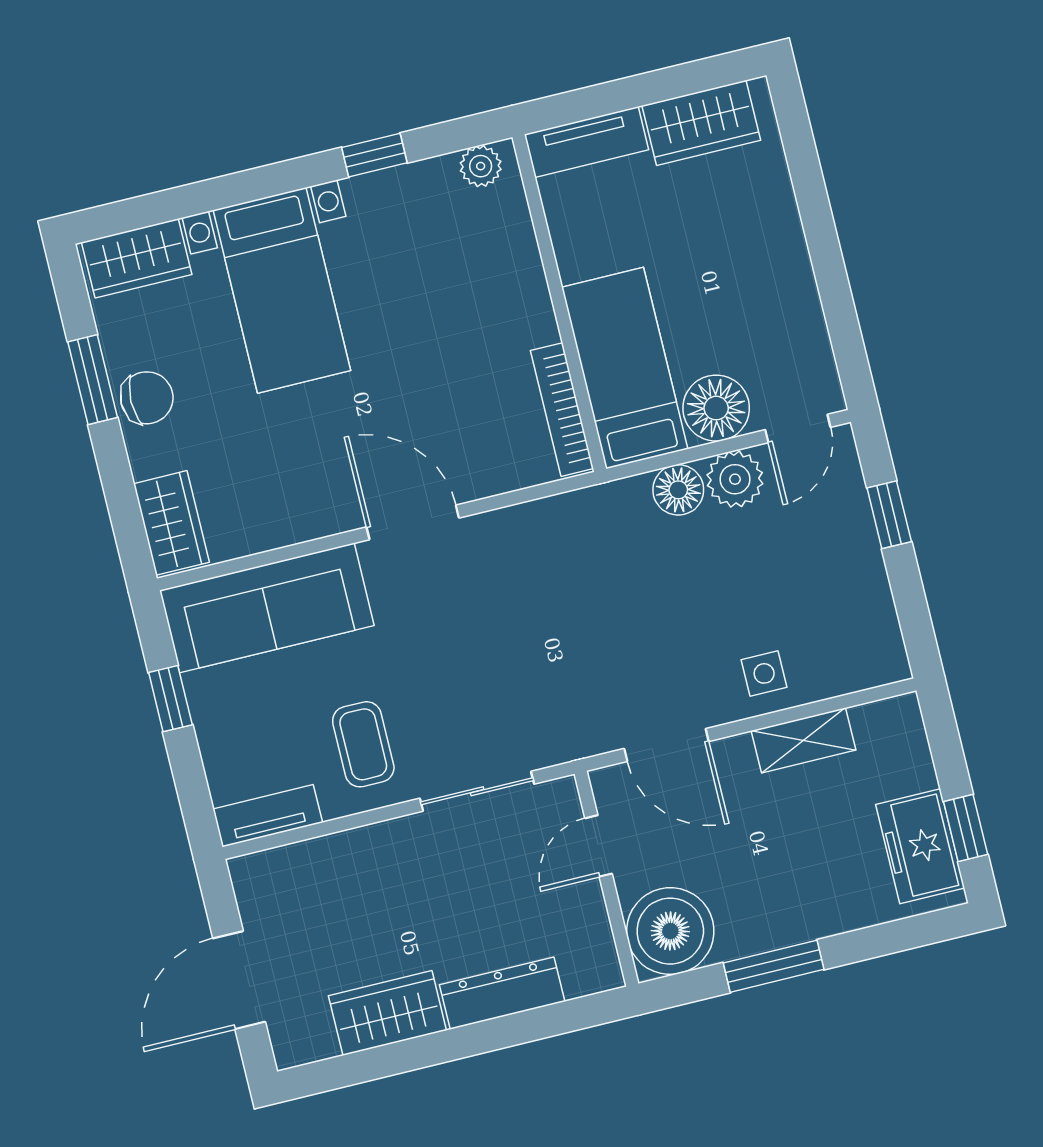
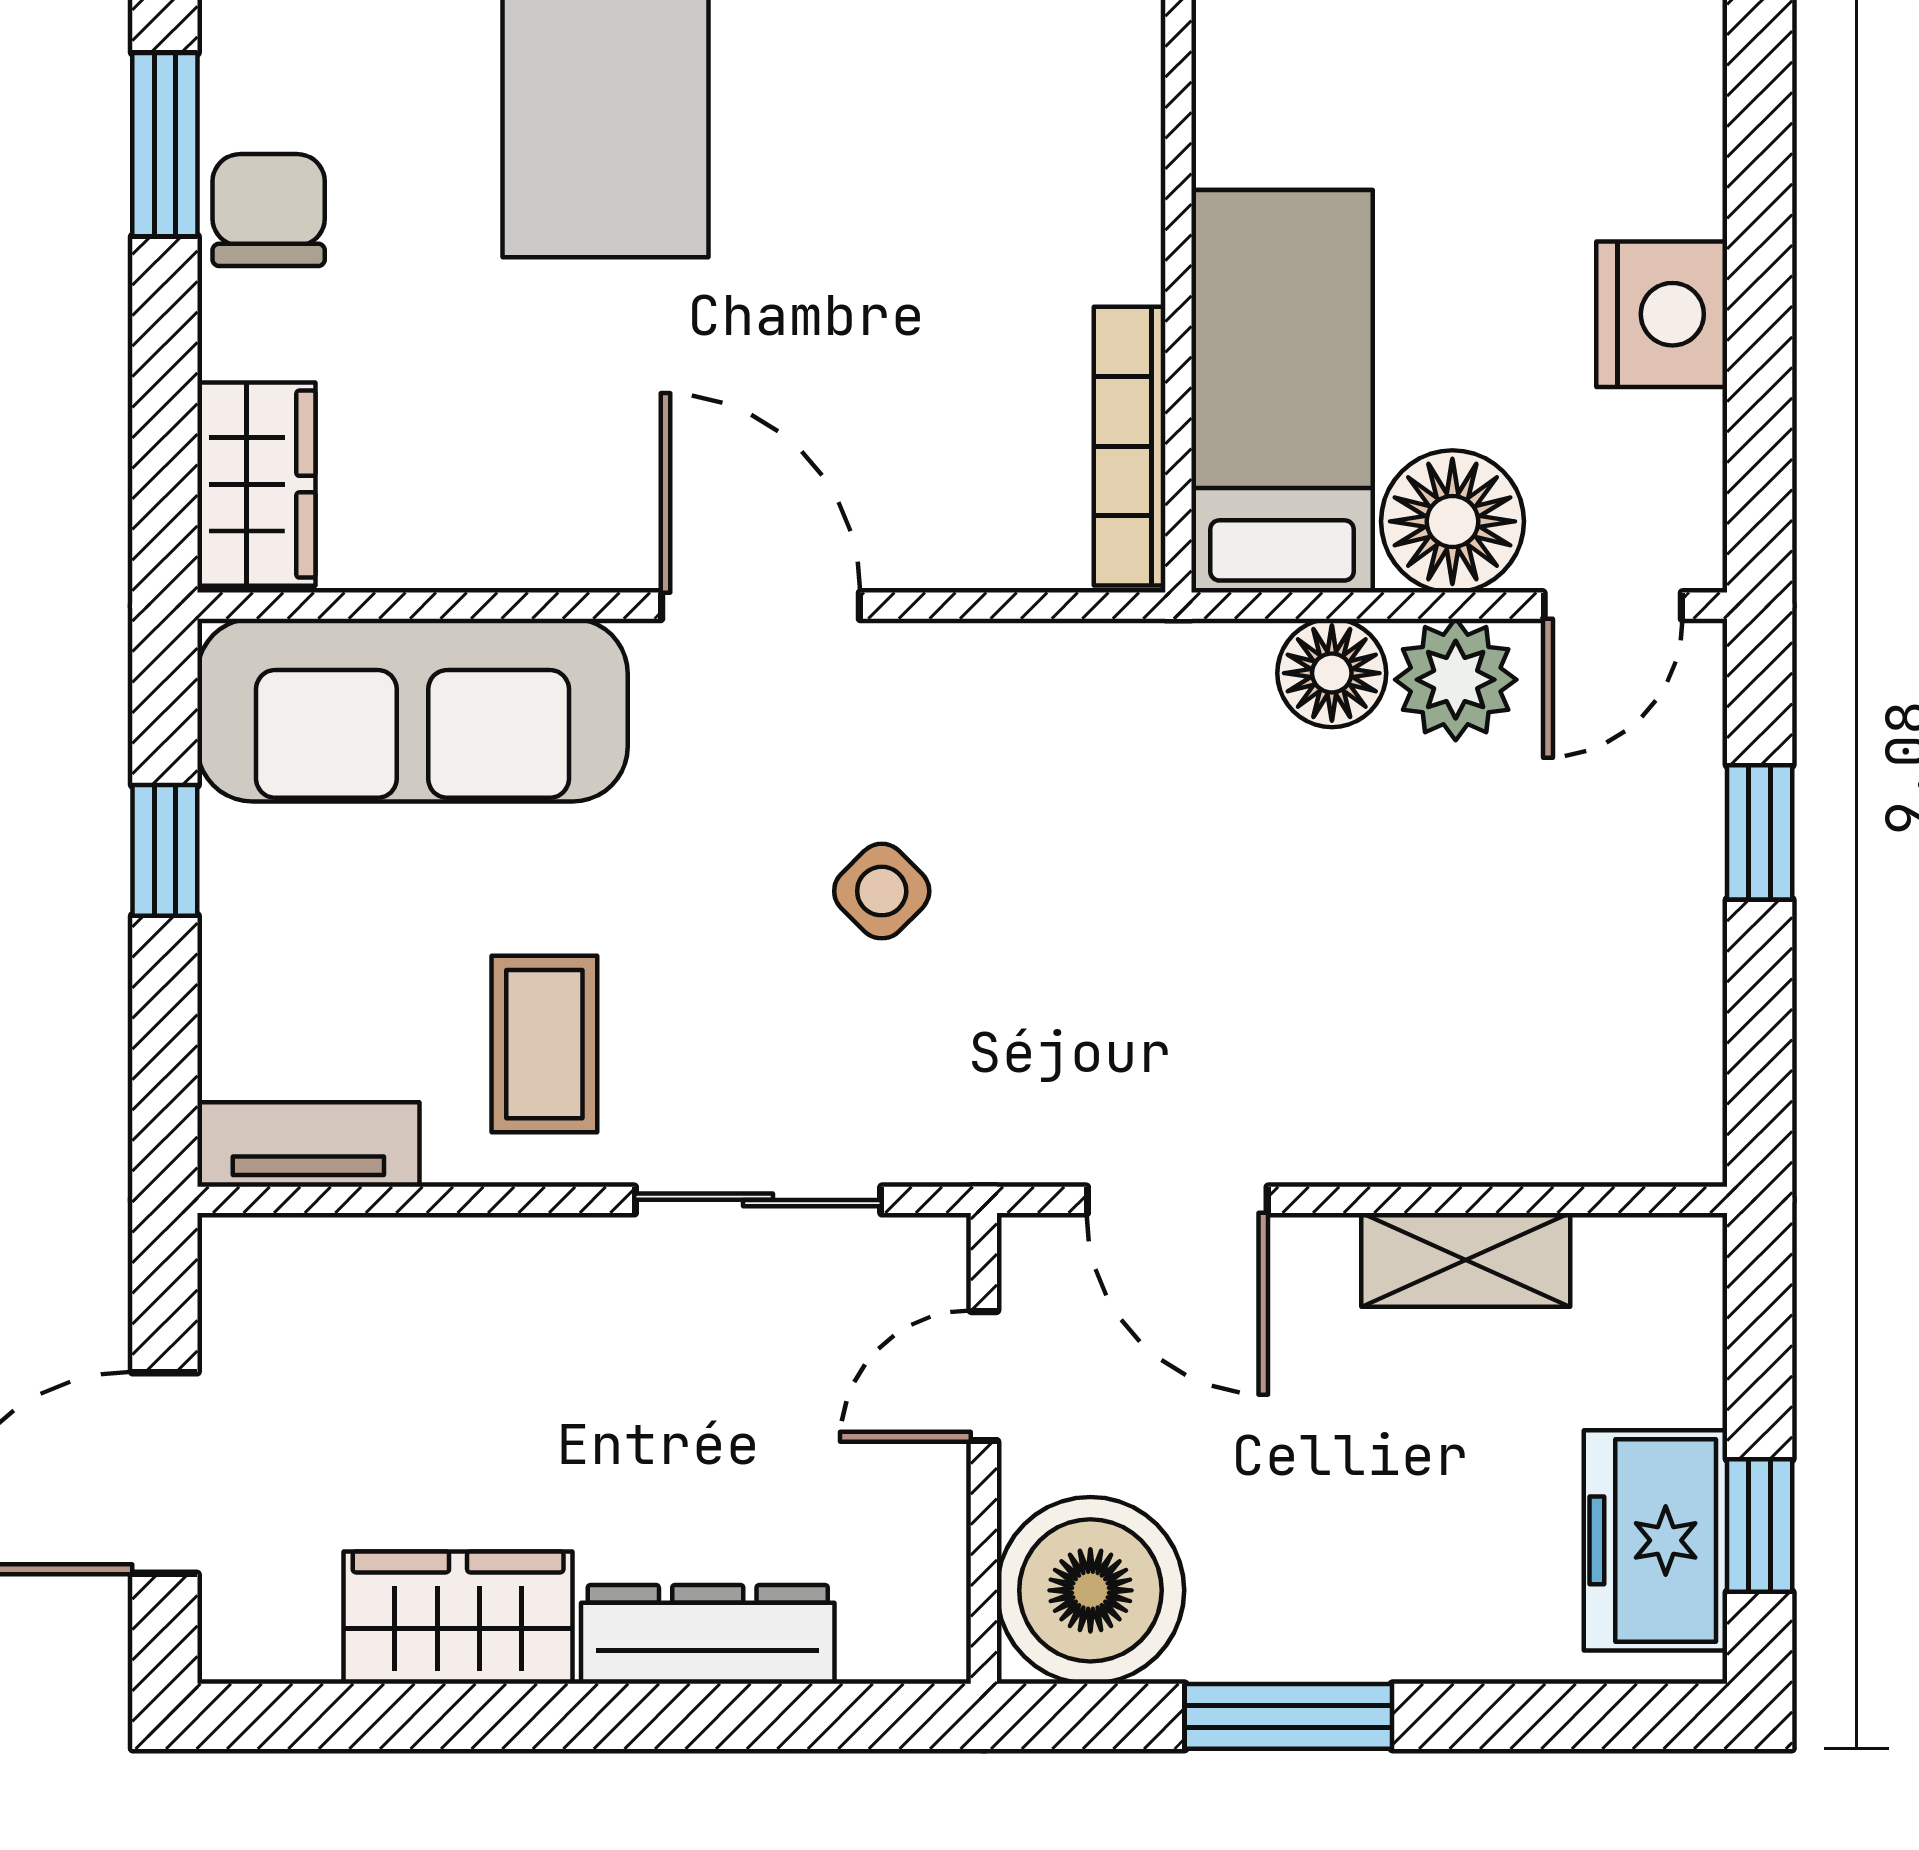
nightstand: (788, 291) -> (1662, 314), added
chair: (147, 398) -> (269, 210), turned -90
side table: (764, 673) -> (882, 891), moved, turned 45

